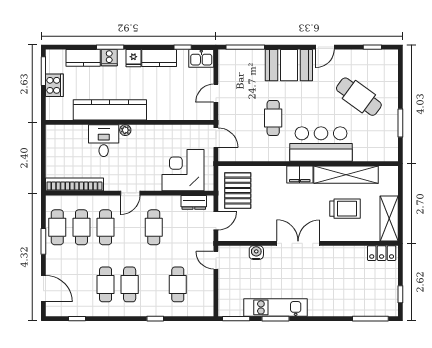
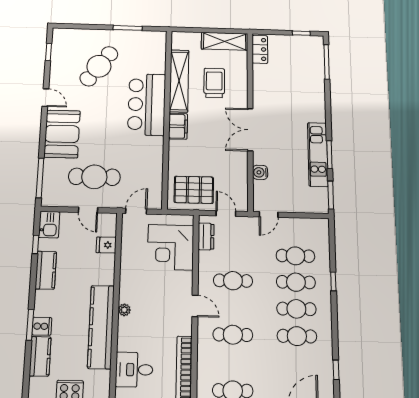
fridge: (133, 58) -> (106, 245), moved, turned 180
cafe table: (273, 118) -> (94, 177), moved, width x1.37, depth x1.35
desk: (104, 141) -> (134, 370), moved
cafe table: (81, 227) -> (296, 282), moved

